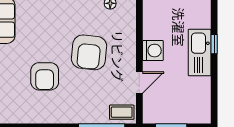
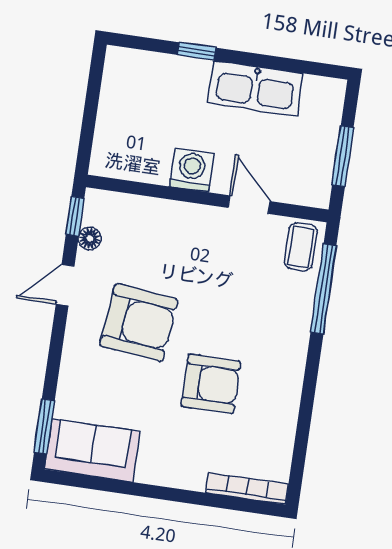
armchair: (89, 52) -> (139, 323), moved
kitchen sink: (200, 53) -> (255, 88), moved

